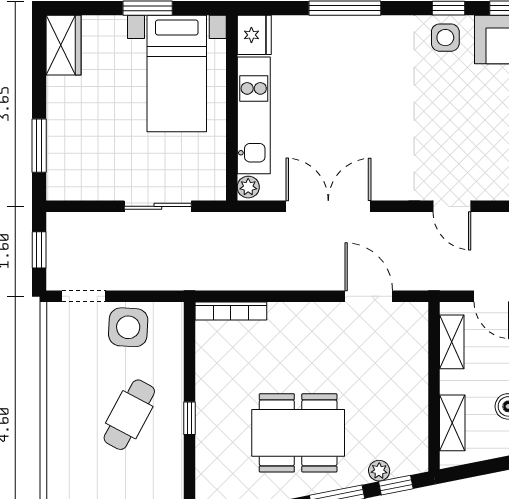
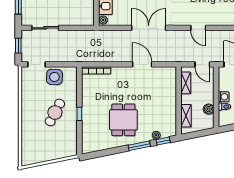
sliding door: (158, 206) -> (45, 28), moved
double door: (328, 206) -> (149, 28), moved
door: (452, 206) -> (198, 28), moved
door: (369, 296) -> (142, 64), moved
dining table: (298, 433) -> (123, 120), width x0.73

